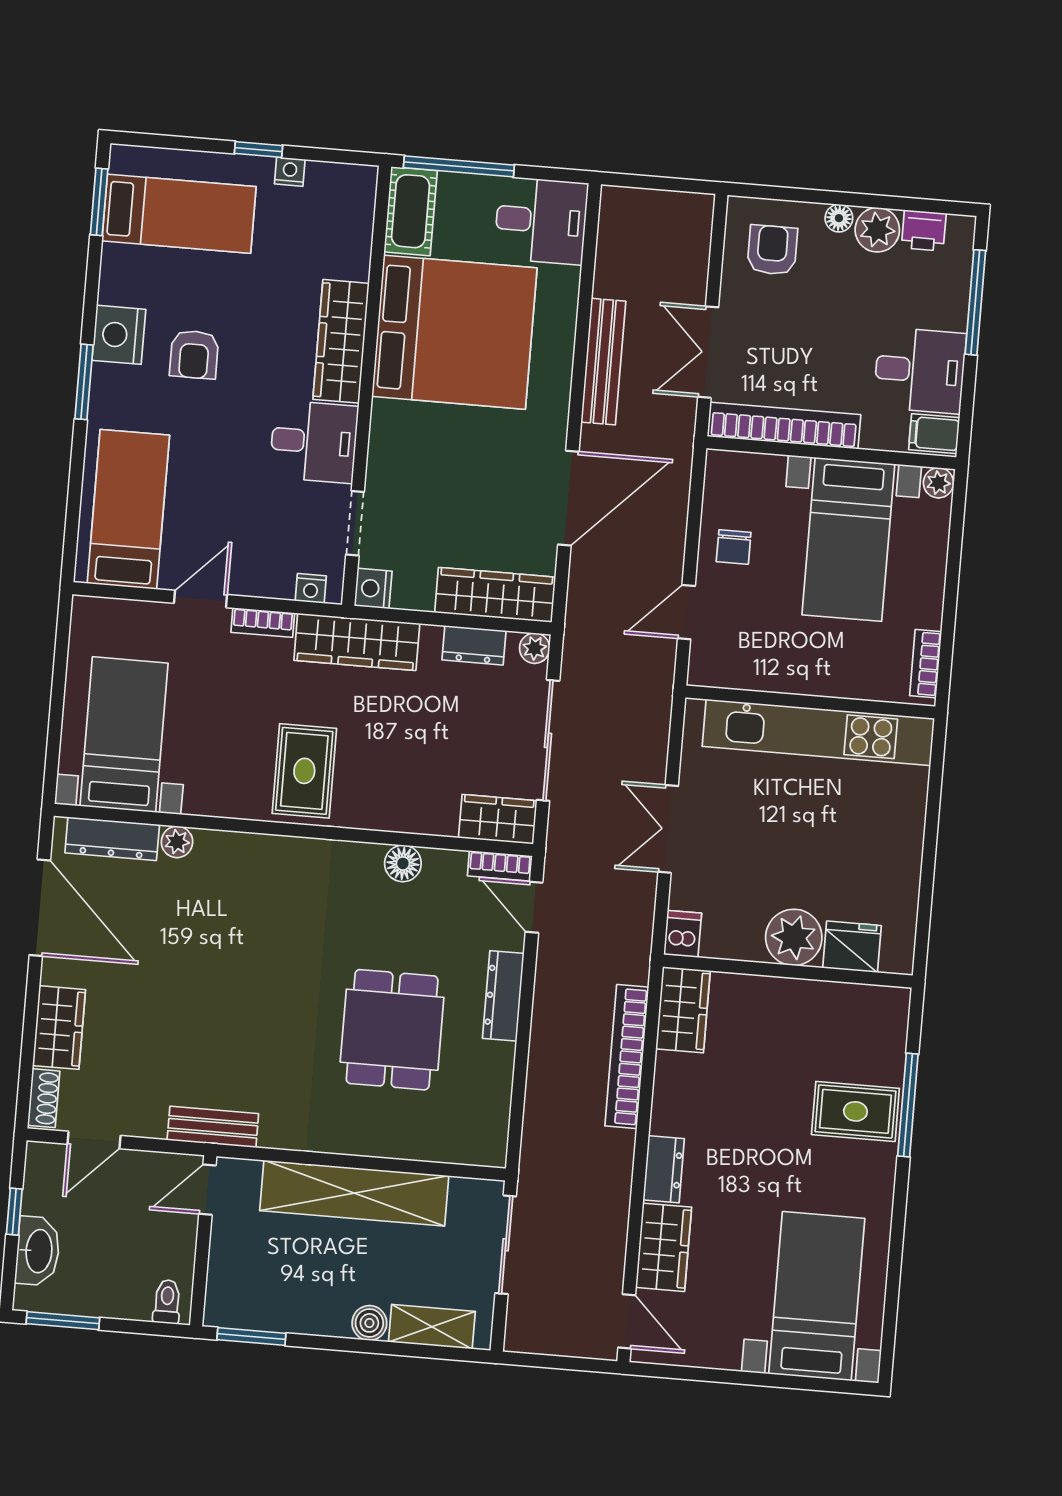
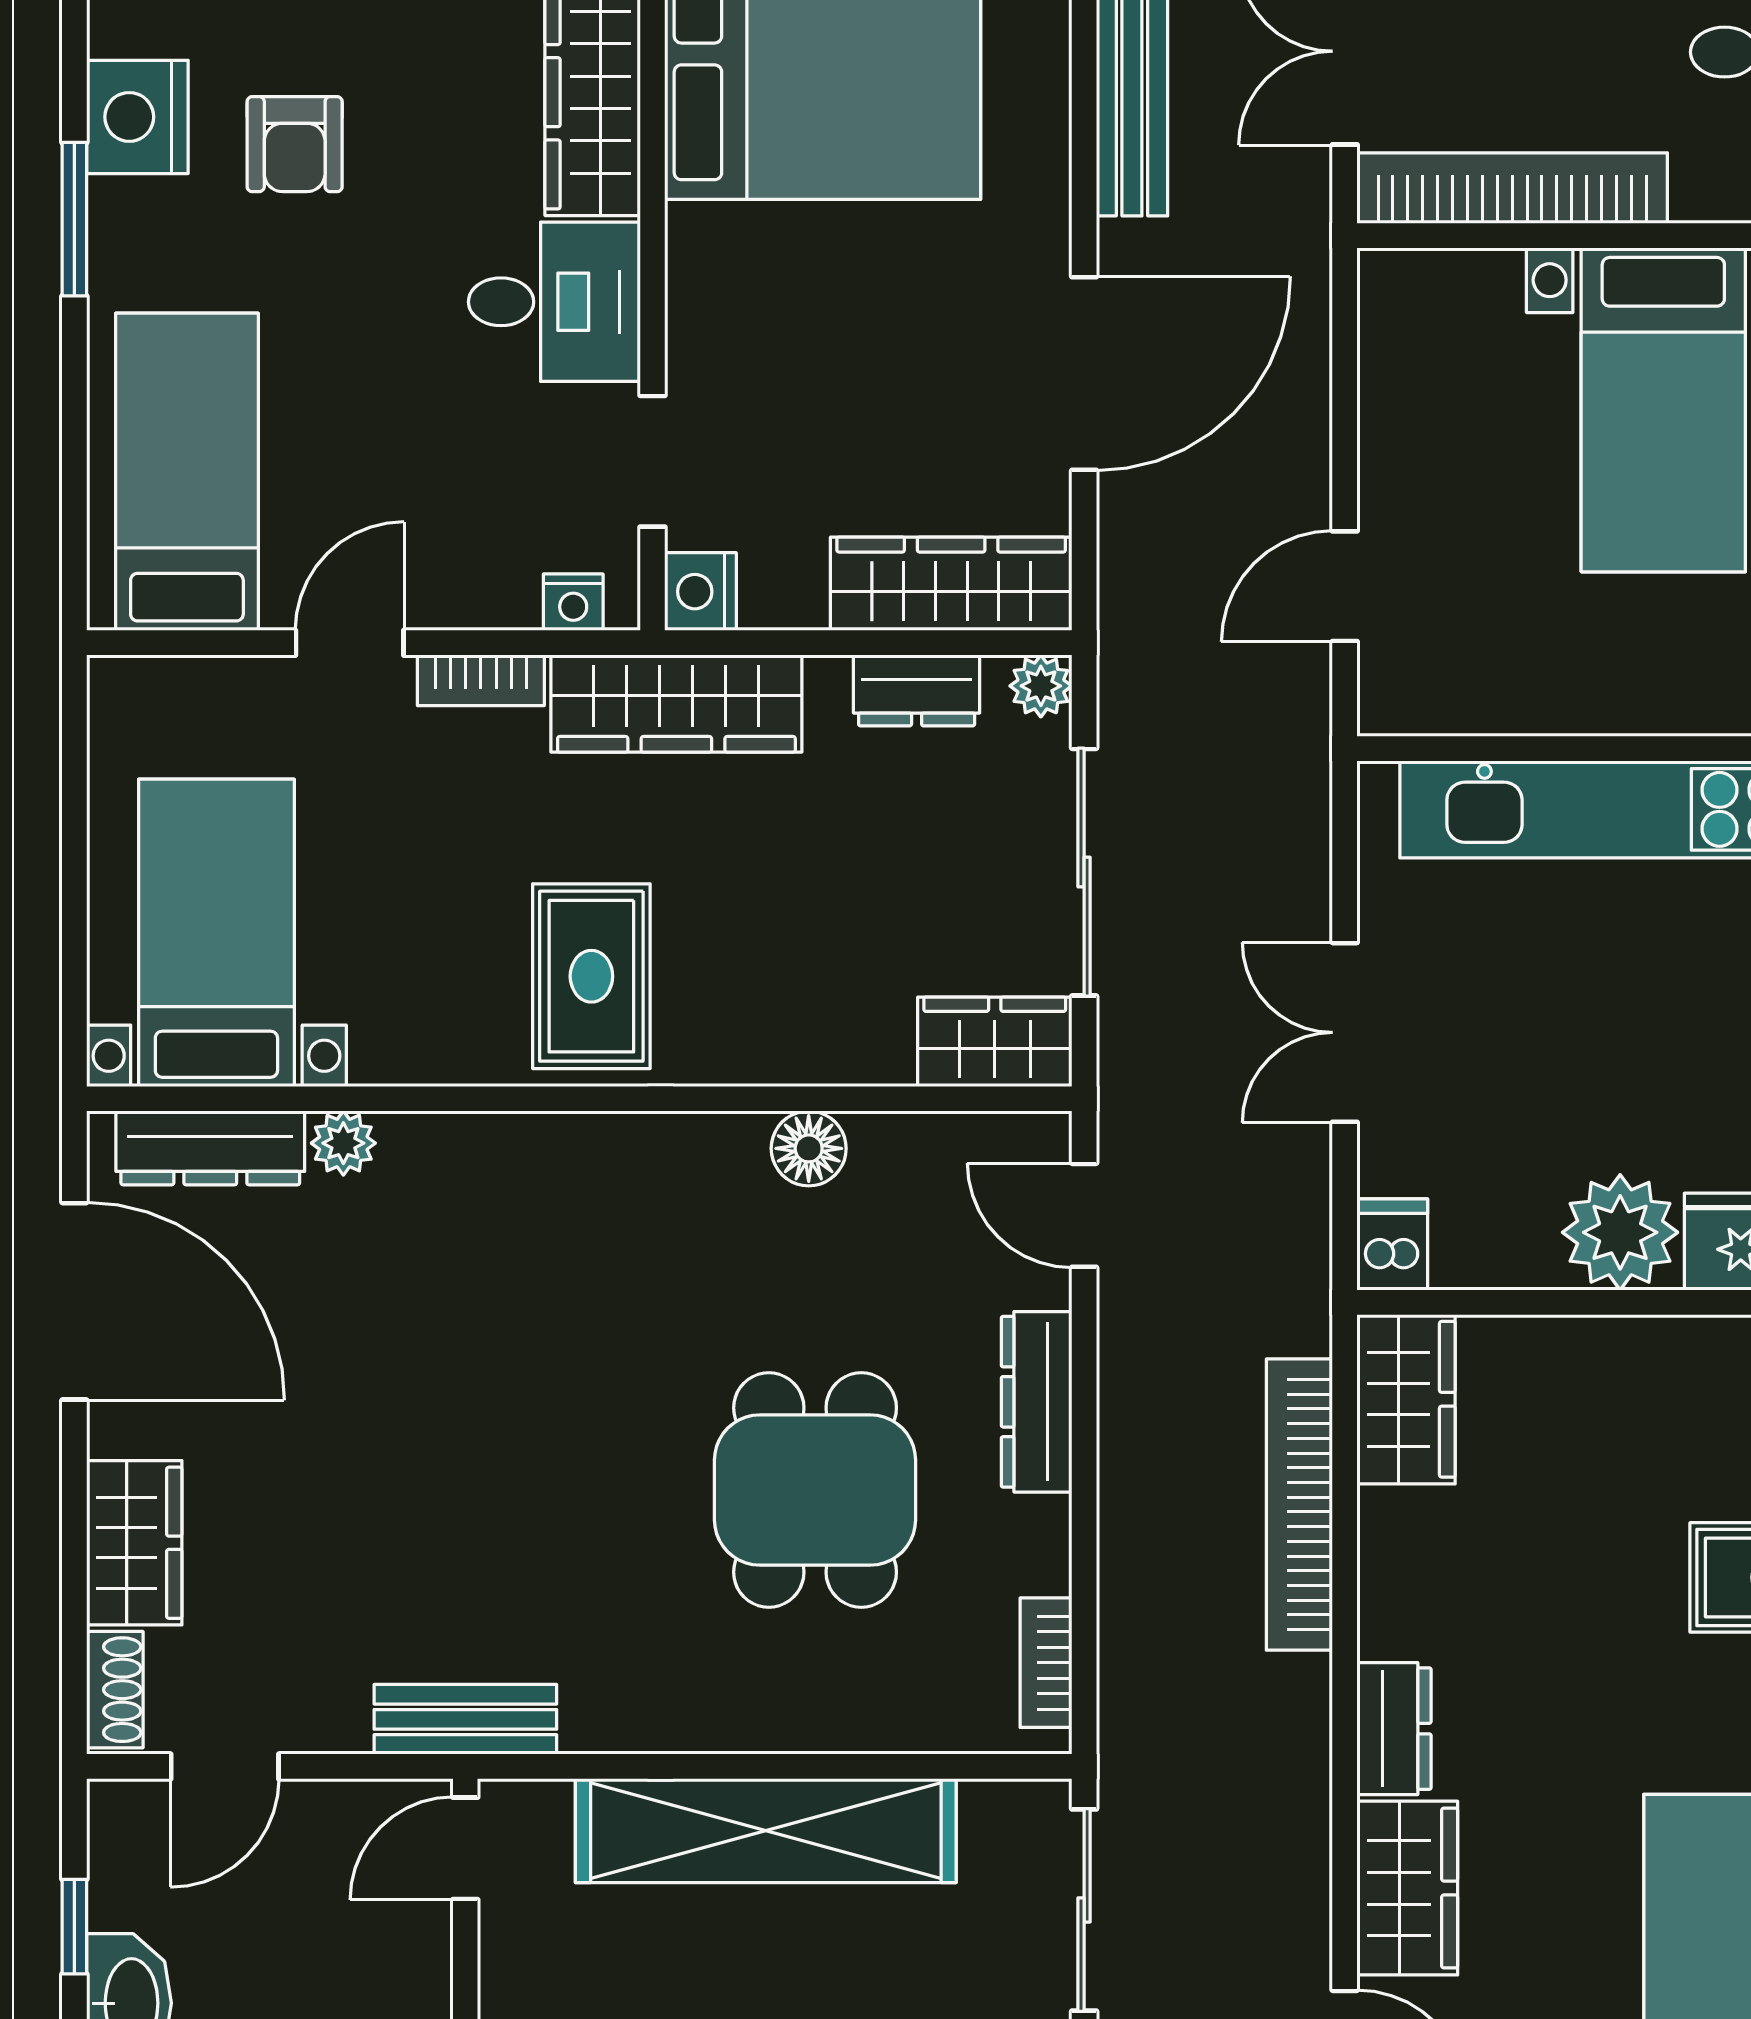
chair: (734, 547) -> (1430, 445), removed
bookcase: (500, 866) -> (1046, 1663), moved, turned 90

